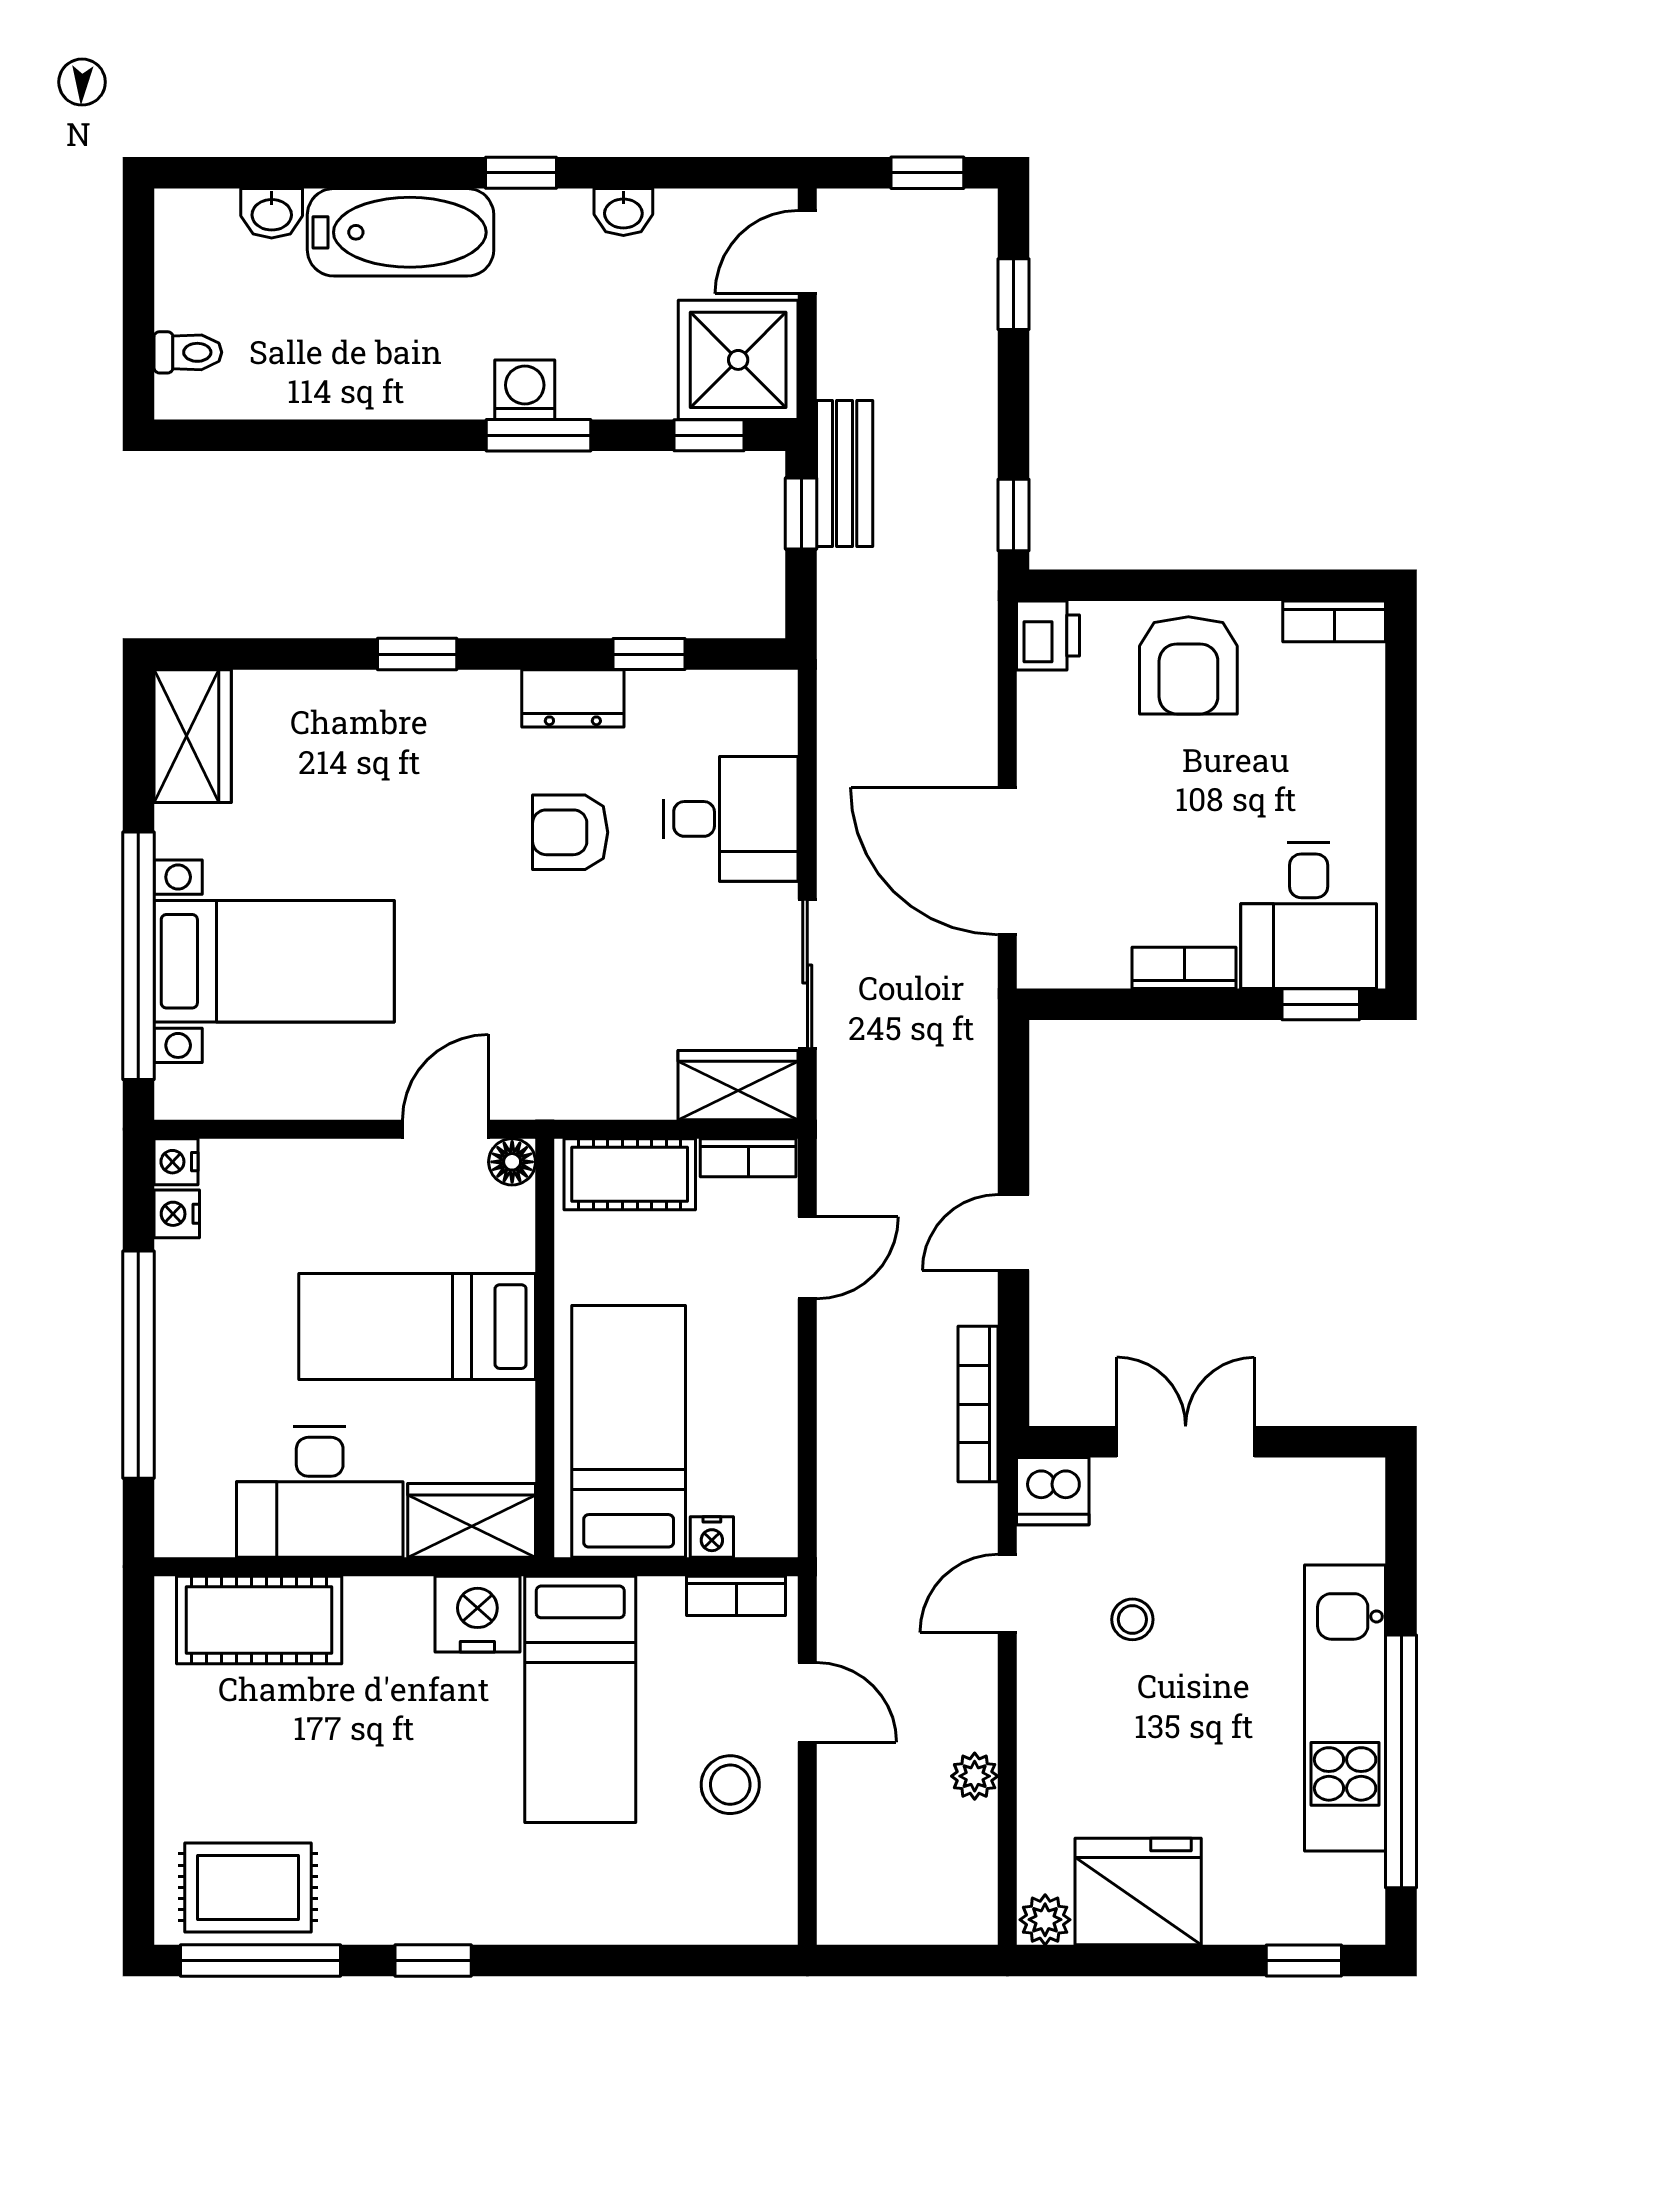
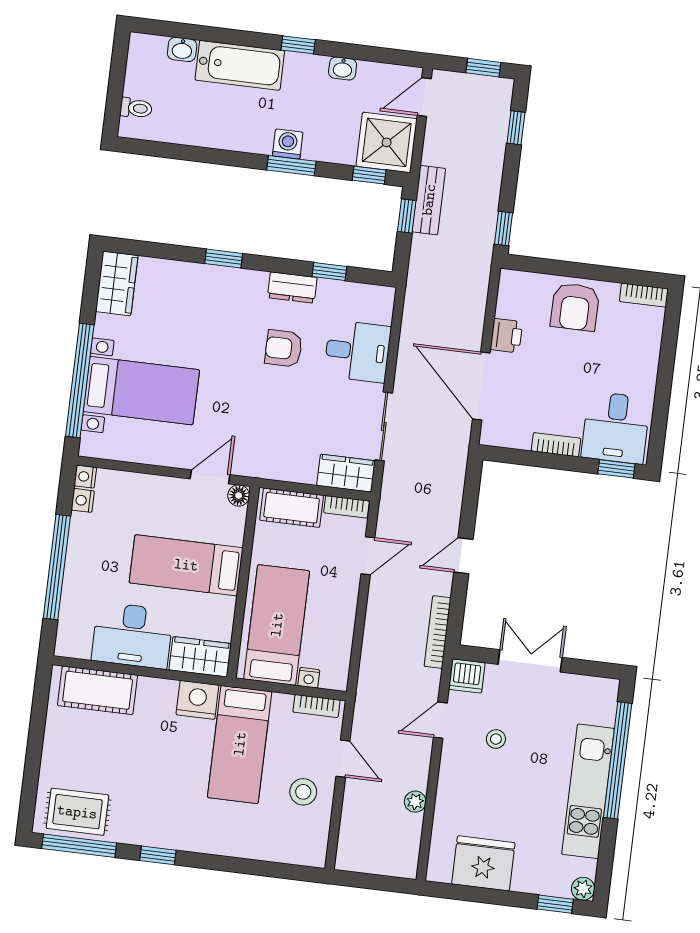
printer: (1048, 636) -> (506, 336), moved
window: (1401, 1761) -> (618, 760), moved
plant: (1045, 1920) -> (583, 889), moved

